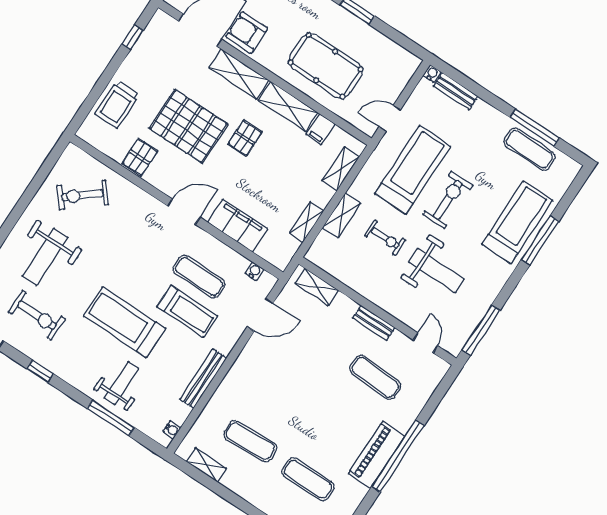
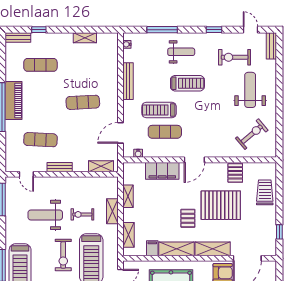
treadmill: (124, 322) -> (187, 83), width x0.73, depth x0.73
weight bench: (121, 383) -> (181, 52), moved, turned -90
exercise mat: (250, 441) -> (83, 102), moved
shelving: (206, 465) -> (85, 38), moved

